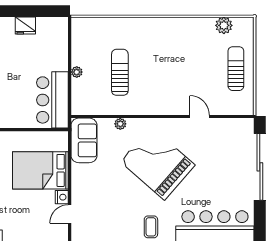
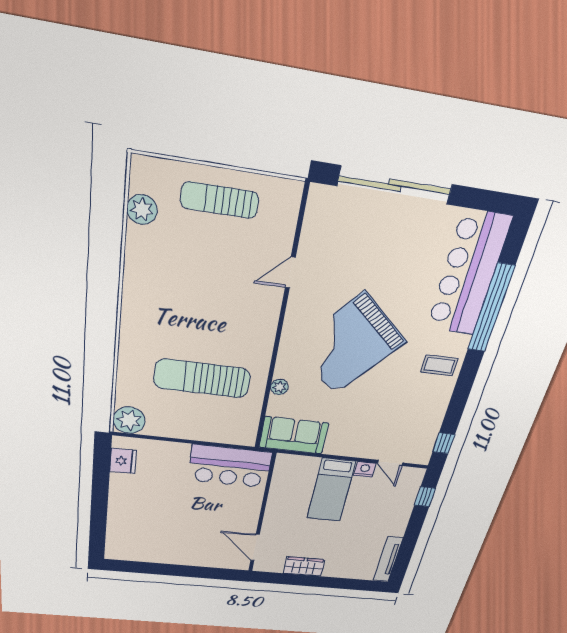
fridge: (25, 26) -> (123, 461), moved
plant: (77, 72) -> (129, 420), moved, width x1.88, depth x1.88
sun lounger: (120, 72) -> (202, 378), width x1.36, depth x1.34
bed: (40, 170) -> (331, 490), width x0.67

